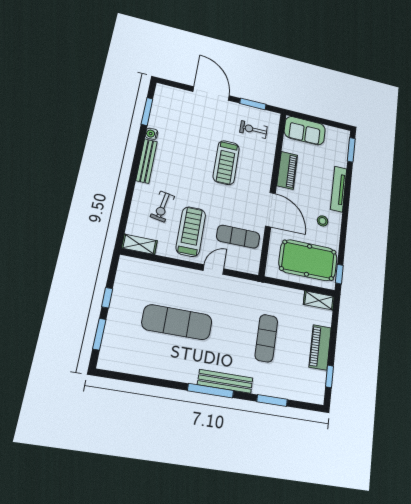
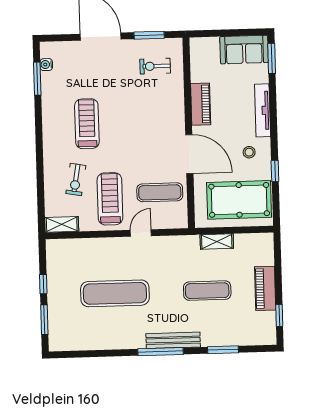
sofa: (305, 131) -> (244, 50), moved
water cooler: (152, 134) -> (46, 65), moved
bench: (147, 161) -> (49, 134), removed
treadmill: (226, 163) -> (87, 124), moved, turned 180
window: (339, 274) -> (275, 171), moved
shelving: (319, 300) -> (217, 242), moved
exercise mat: (266, 338) -> (207, 291), turned 90

